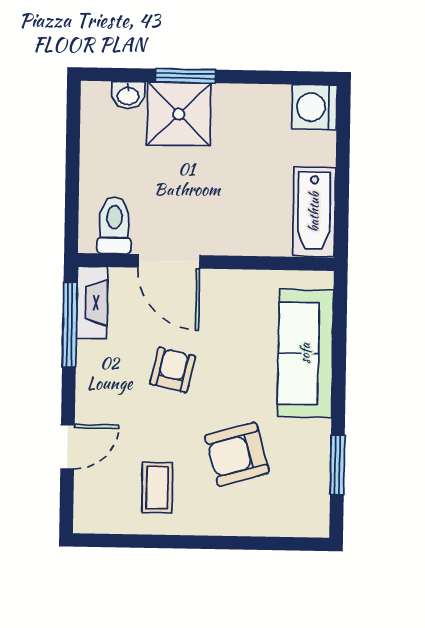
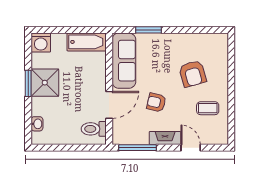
window: (186, 76) -> (28, 83), moved
shower: (179, 114) -> (45, 83), moved
fireplace: (92, 303) -> (165, 138), moved
sofa: (305, 353) -> (124, 61), moved, turned -90
window: (337, 465) -> (148, 30), moved

